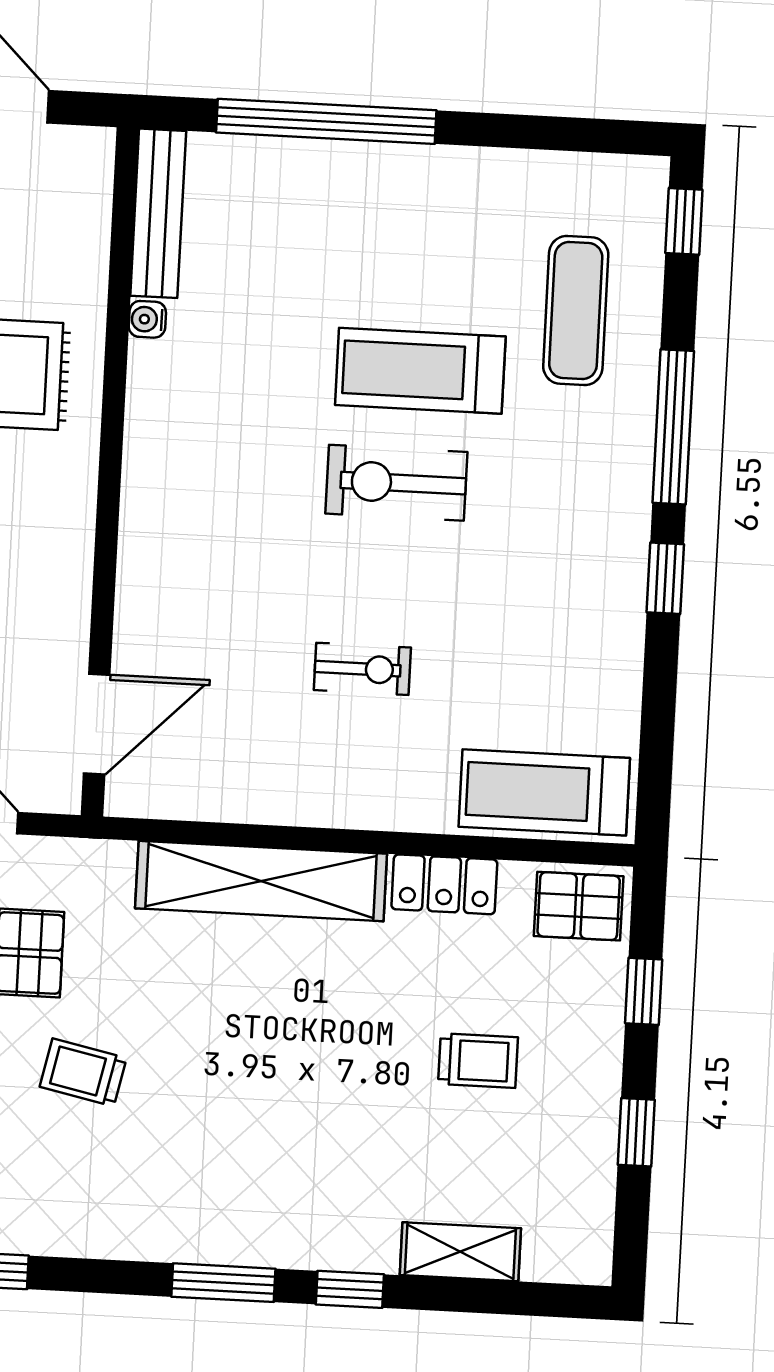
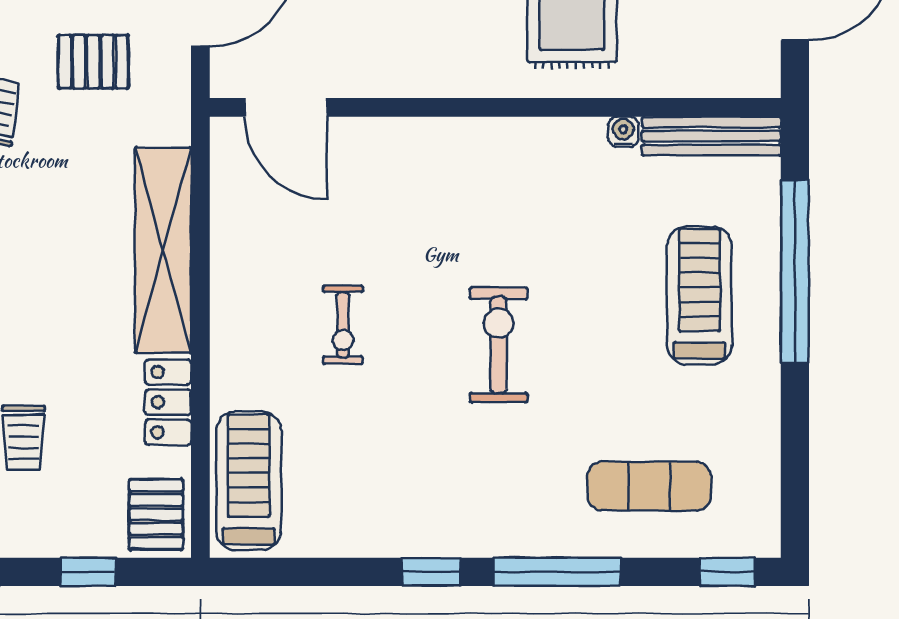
treadmill: (420, 371) -> (699, 295), moved

